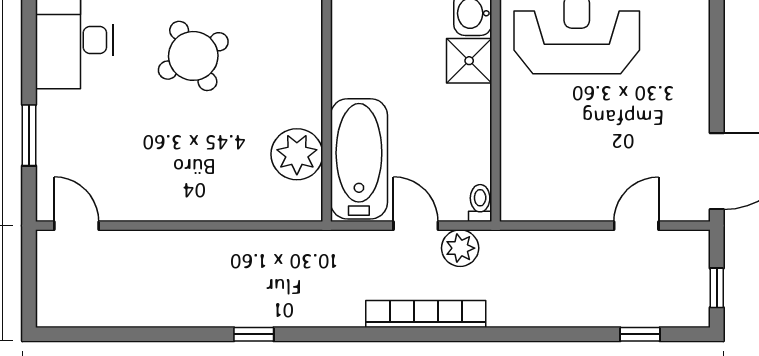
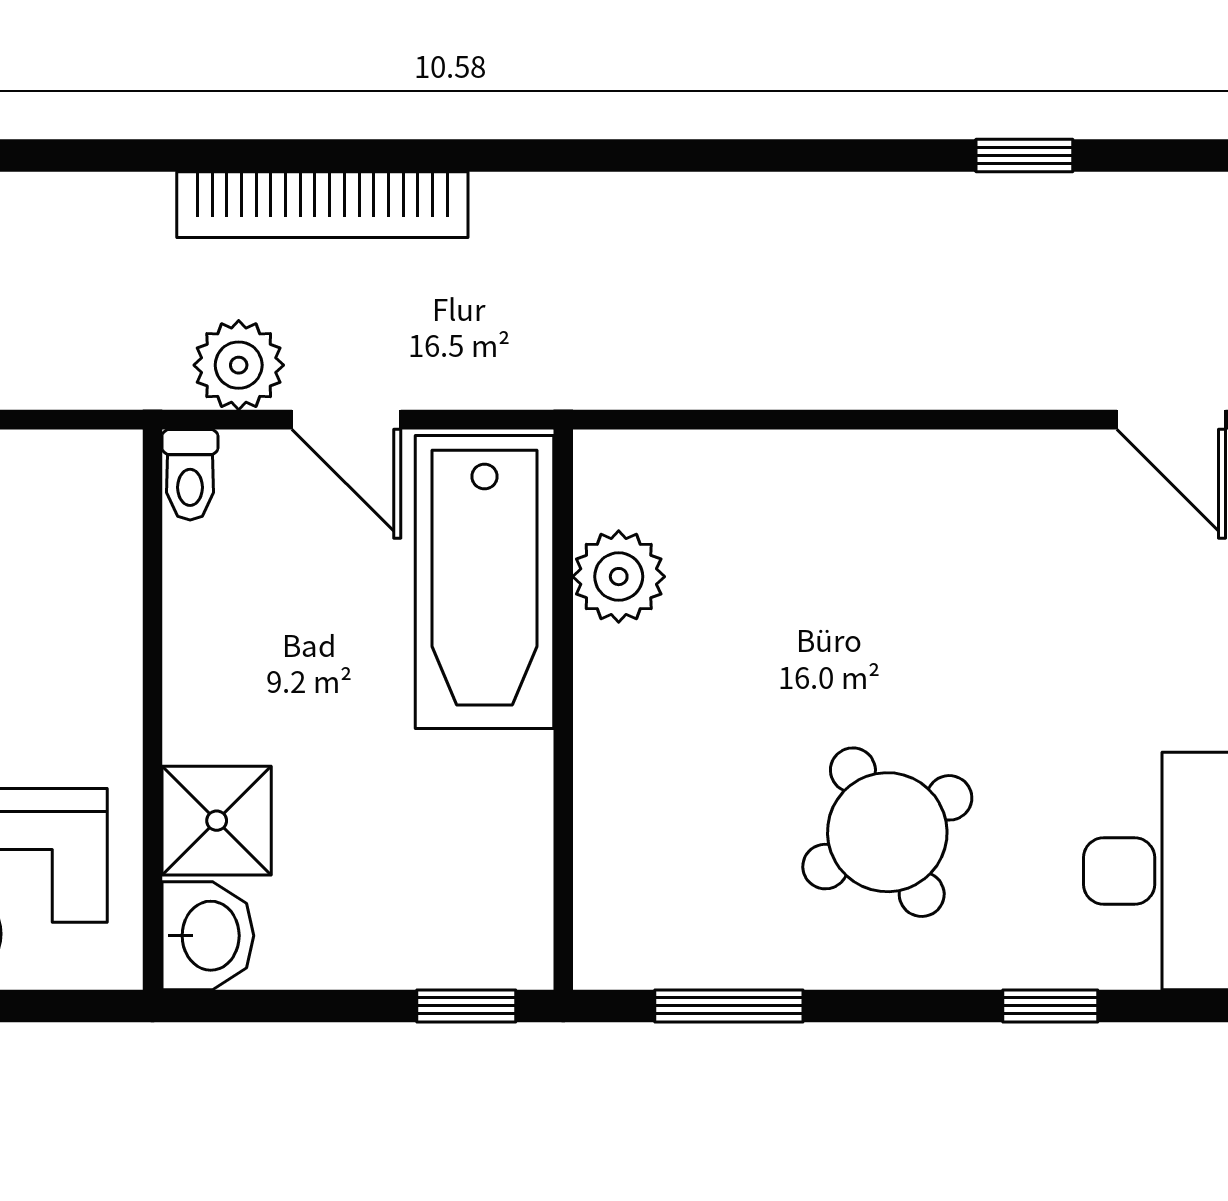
plant: (297, 154) -> (619, 577), width x0.73, depth x0.73
window: (254, 334) -> (1024, 155), moved

